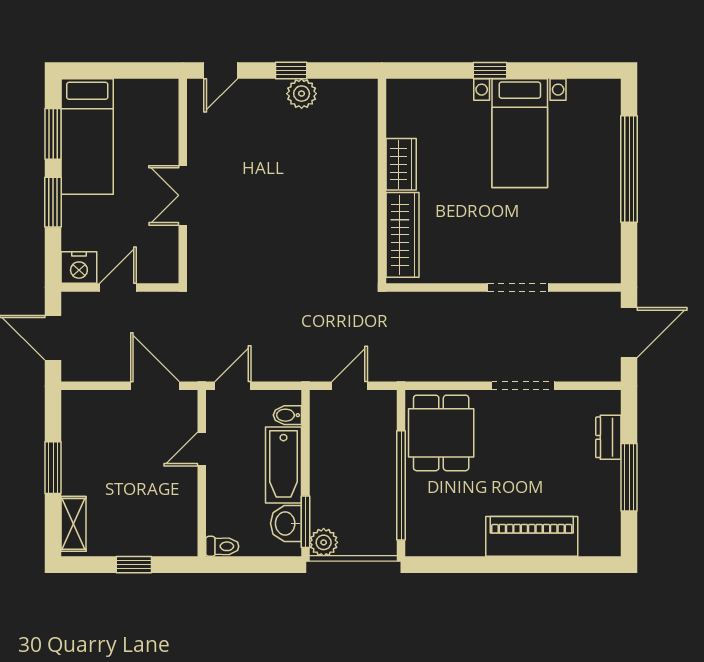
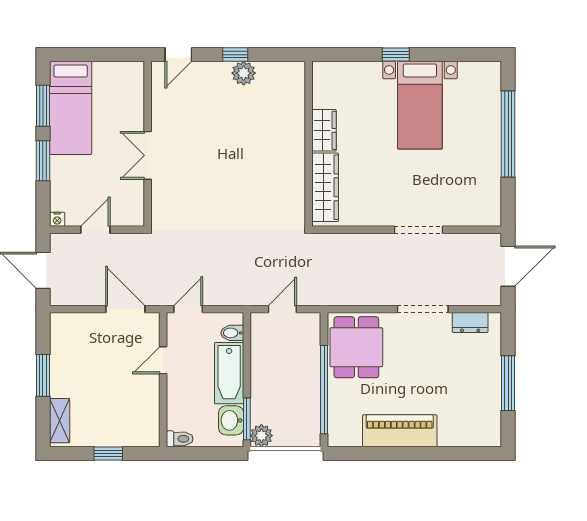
nightstand: (79, 268) -> (57, 219), width x0.53, depth x0.56
dresser: (608, 437) -> (470, 322), moved, turned -90
piano: (532, 536) -> (400, 431), moved

